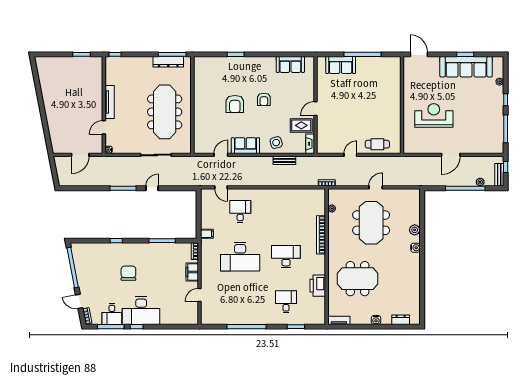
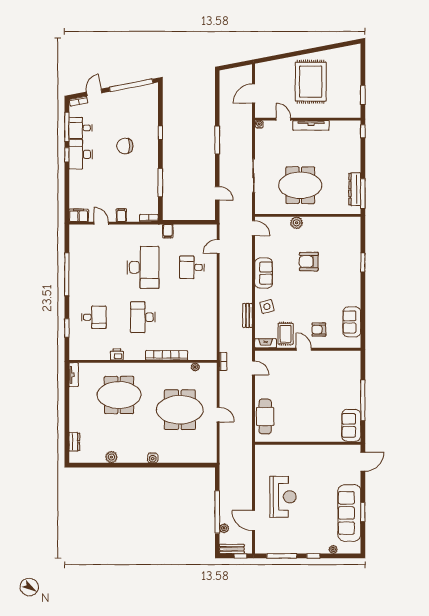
sofa: (341, 65) -> (351, 425), moved
armchair: (264, 99) -> (319, 330), moved
rug: (69, 102) -> (311, 82), added
meeting table: (165, 112) -> (300, 185), width x0.73
plant: (199, 115) -> (297, 223), added
reception desk: (434, 116) -> (283, 497), moved
cafe table: (377, 144) -> (265, 416), width x1.37, depth x1.35
door: (80, 155) -> (254, 94), hinge flipped
door: (221, 155) -> (254, 228), moved
door: (350, 155) -> (254, 368), moved
door: (451, 155) -> (254, 521), moved
door: (152, 188) -> (217, 193), moved
desk: (240, 212) -> (192, 267), turned 180
plant: (415, 230) -> (111, 457), moved
desk: (240, 257) -> (143, 267), turned 180
desk: (286, 257) -> (143, 317), turned 180
filing cabinet: (192, 272) -> (121, 215), width x0.50
chair: (128, 273) -> (125, 146), turned 180
meeting table: (358, 279) -> (119, 395), turned 90
printer: (318, 286) -> (117, 354), width x0.53, depth x0.68
desk: (141, 311) -> (81, 154), width x0.73, depth x0.77
filing cabinet: (192, 316) -> (79, 215), added
water cooler: (376, 320) -> (74, 415), removed

